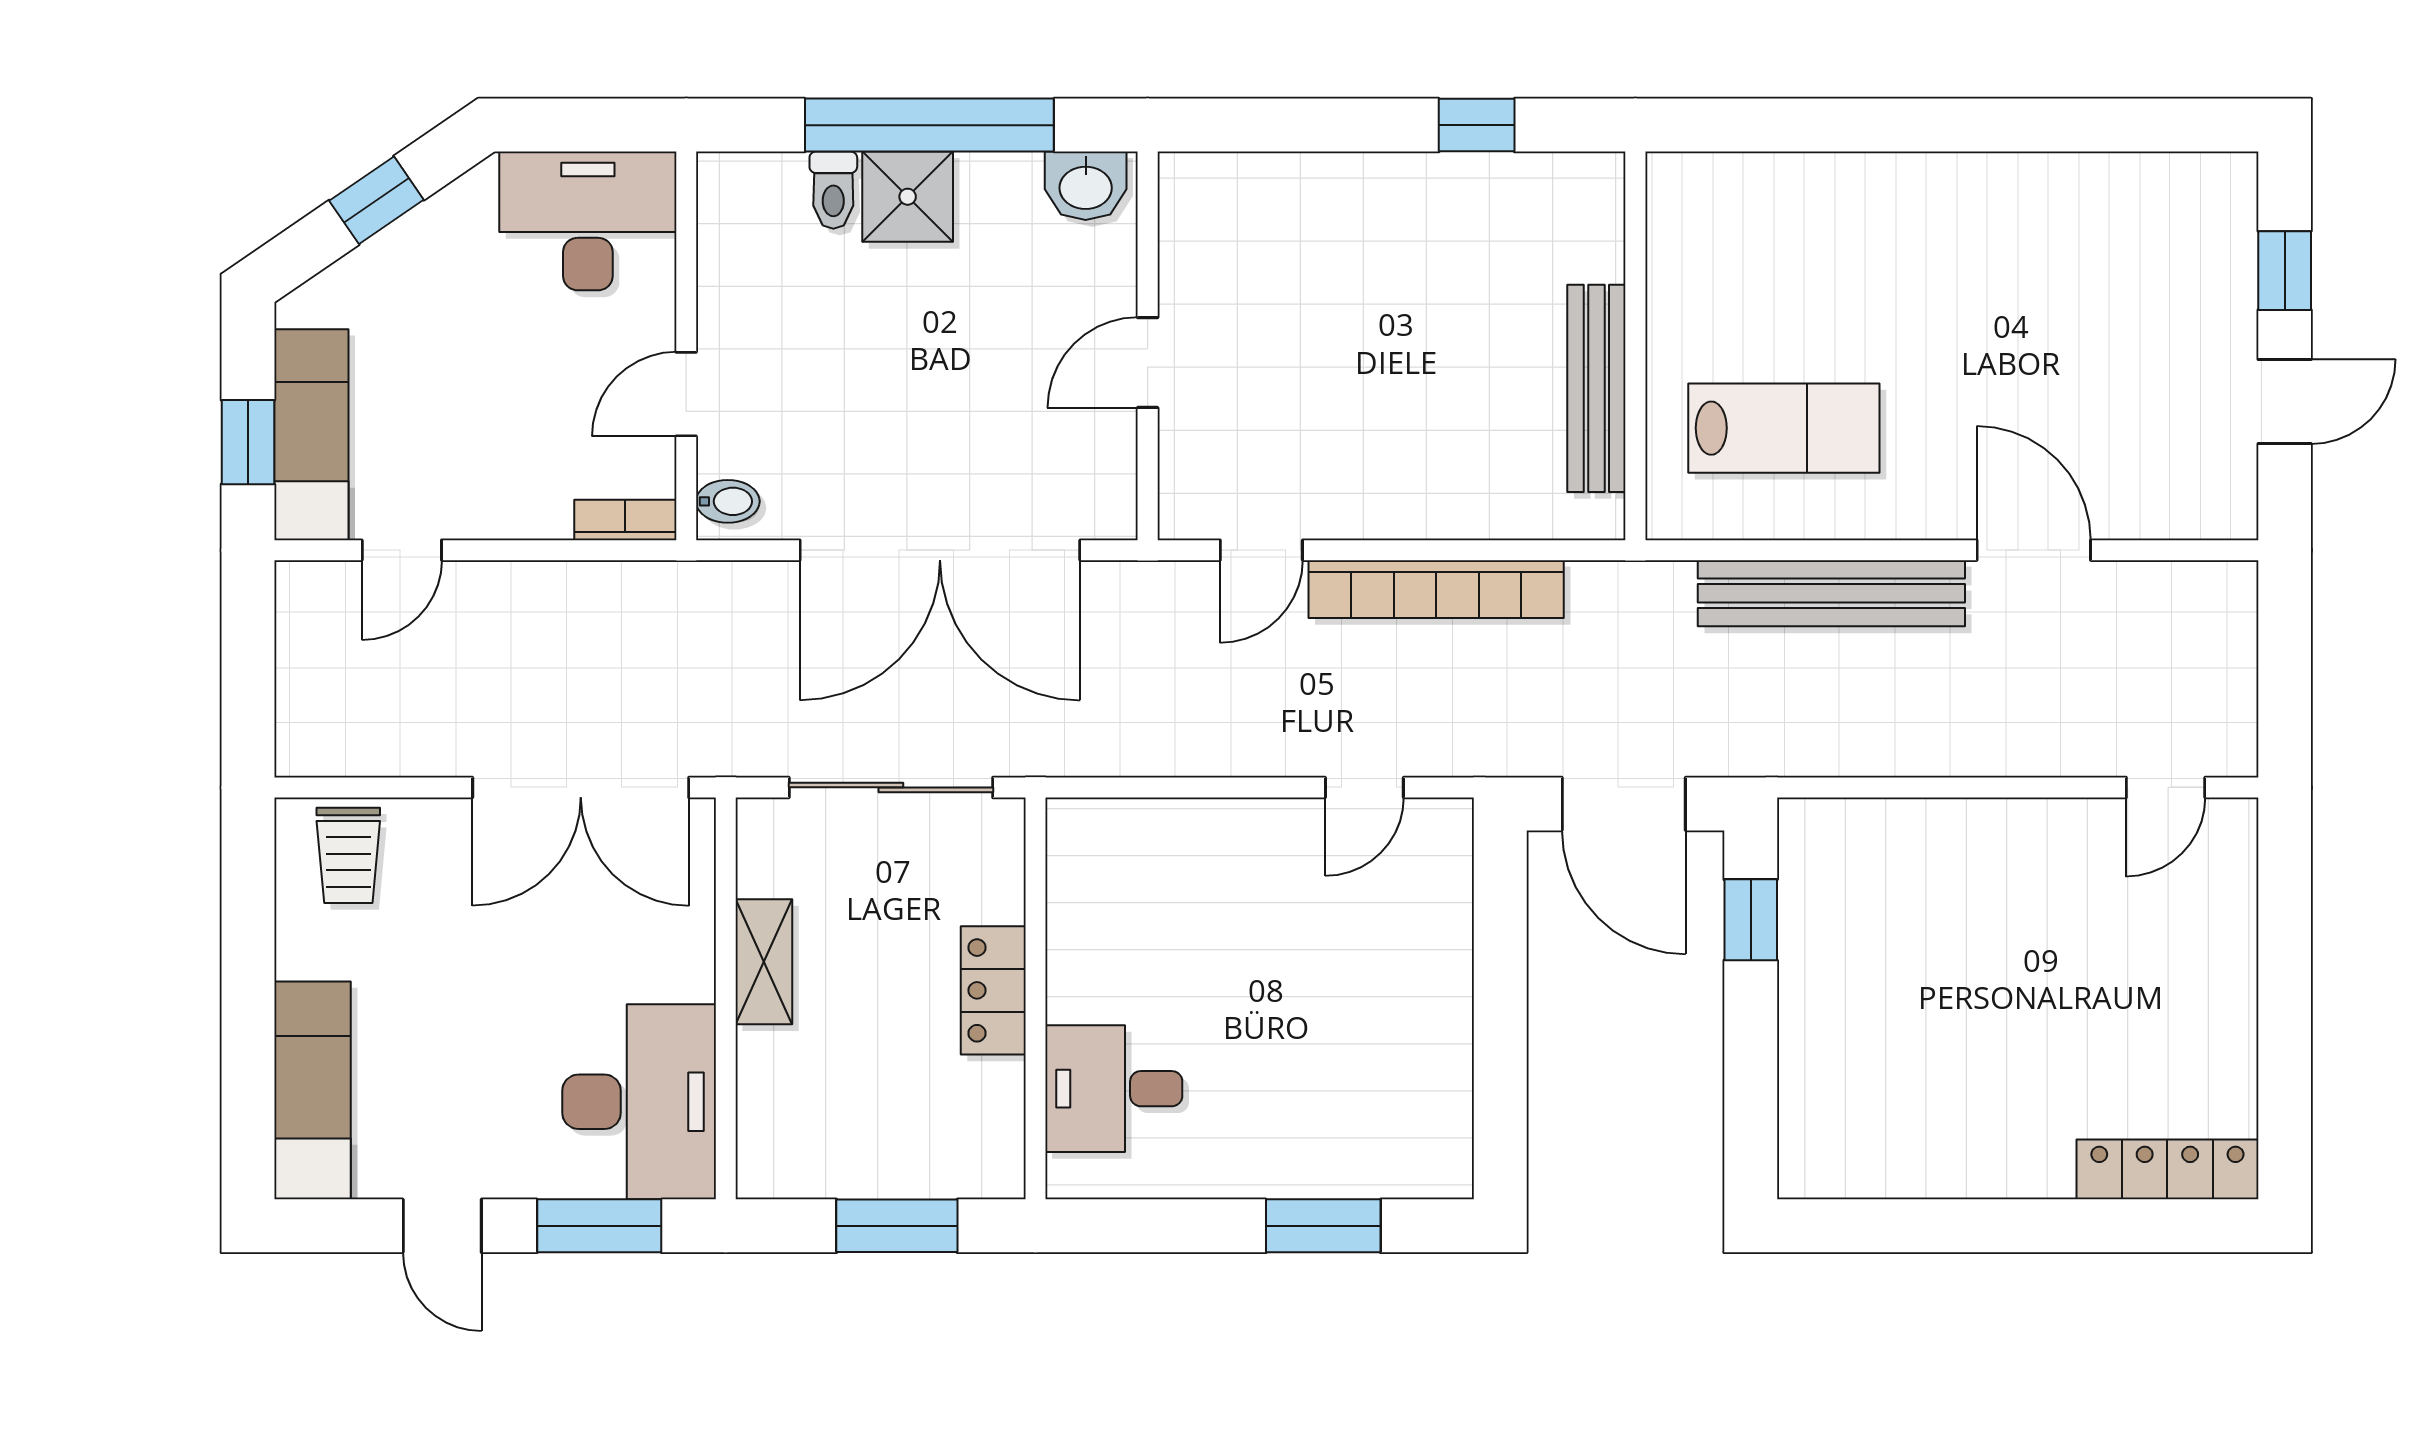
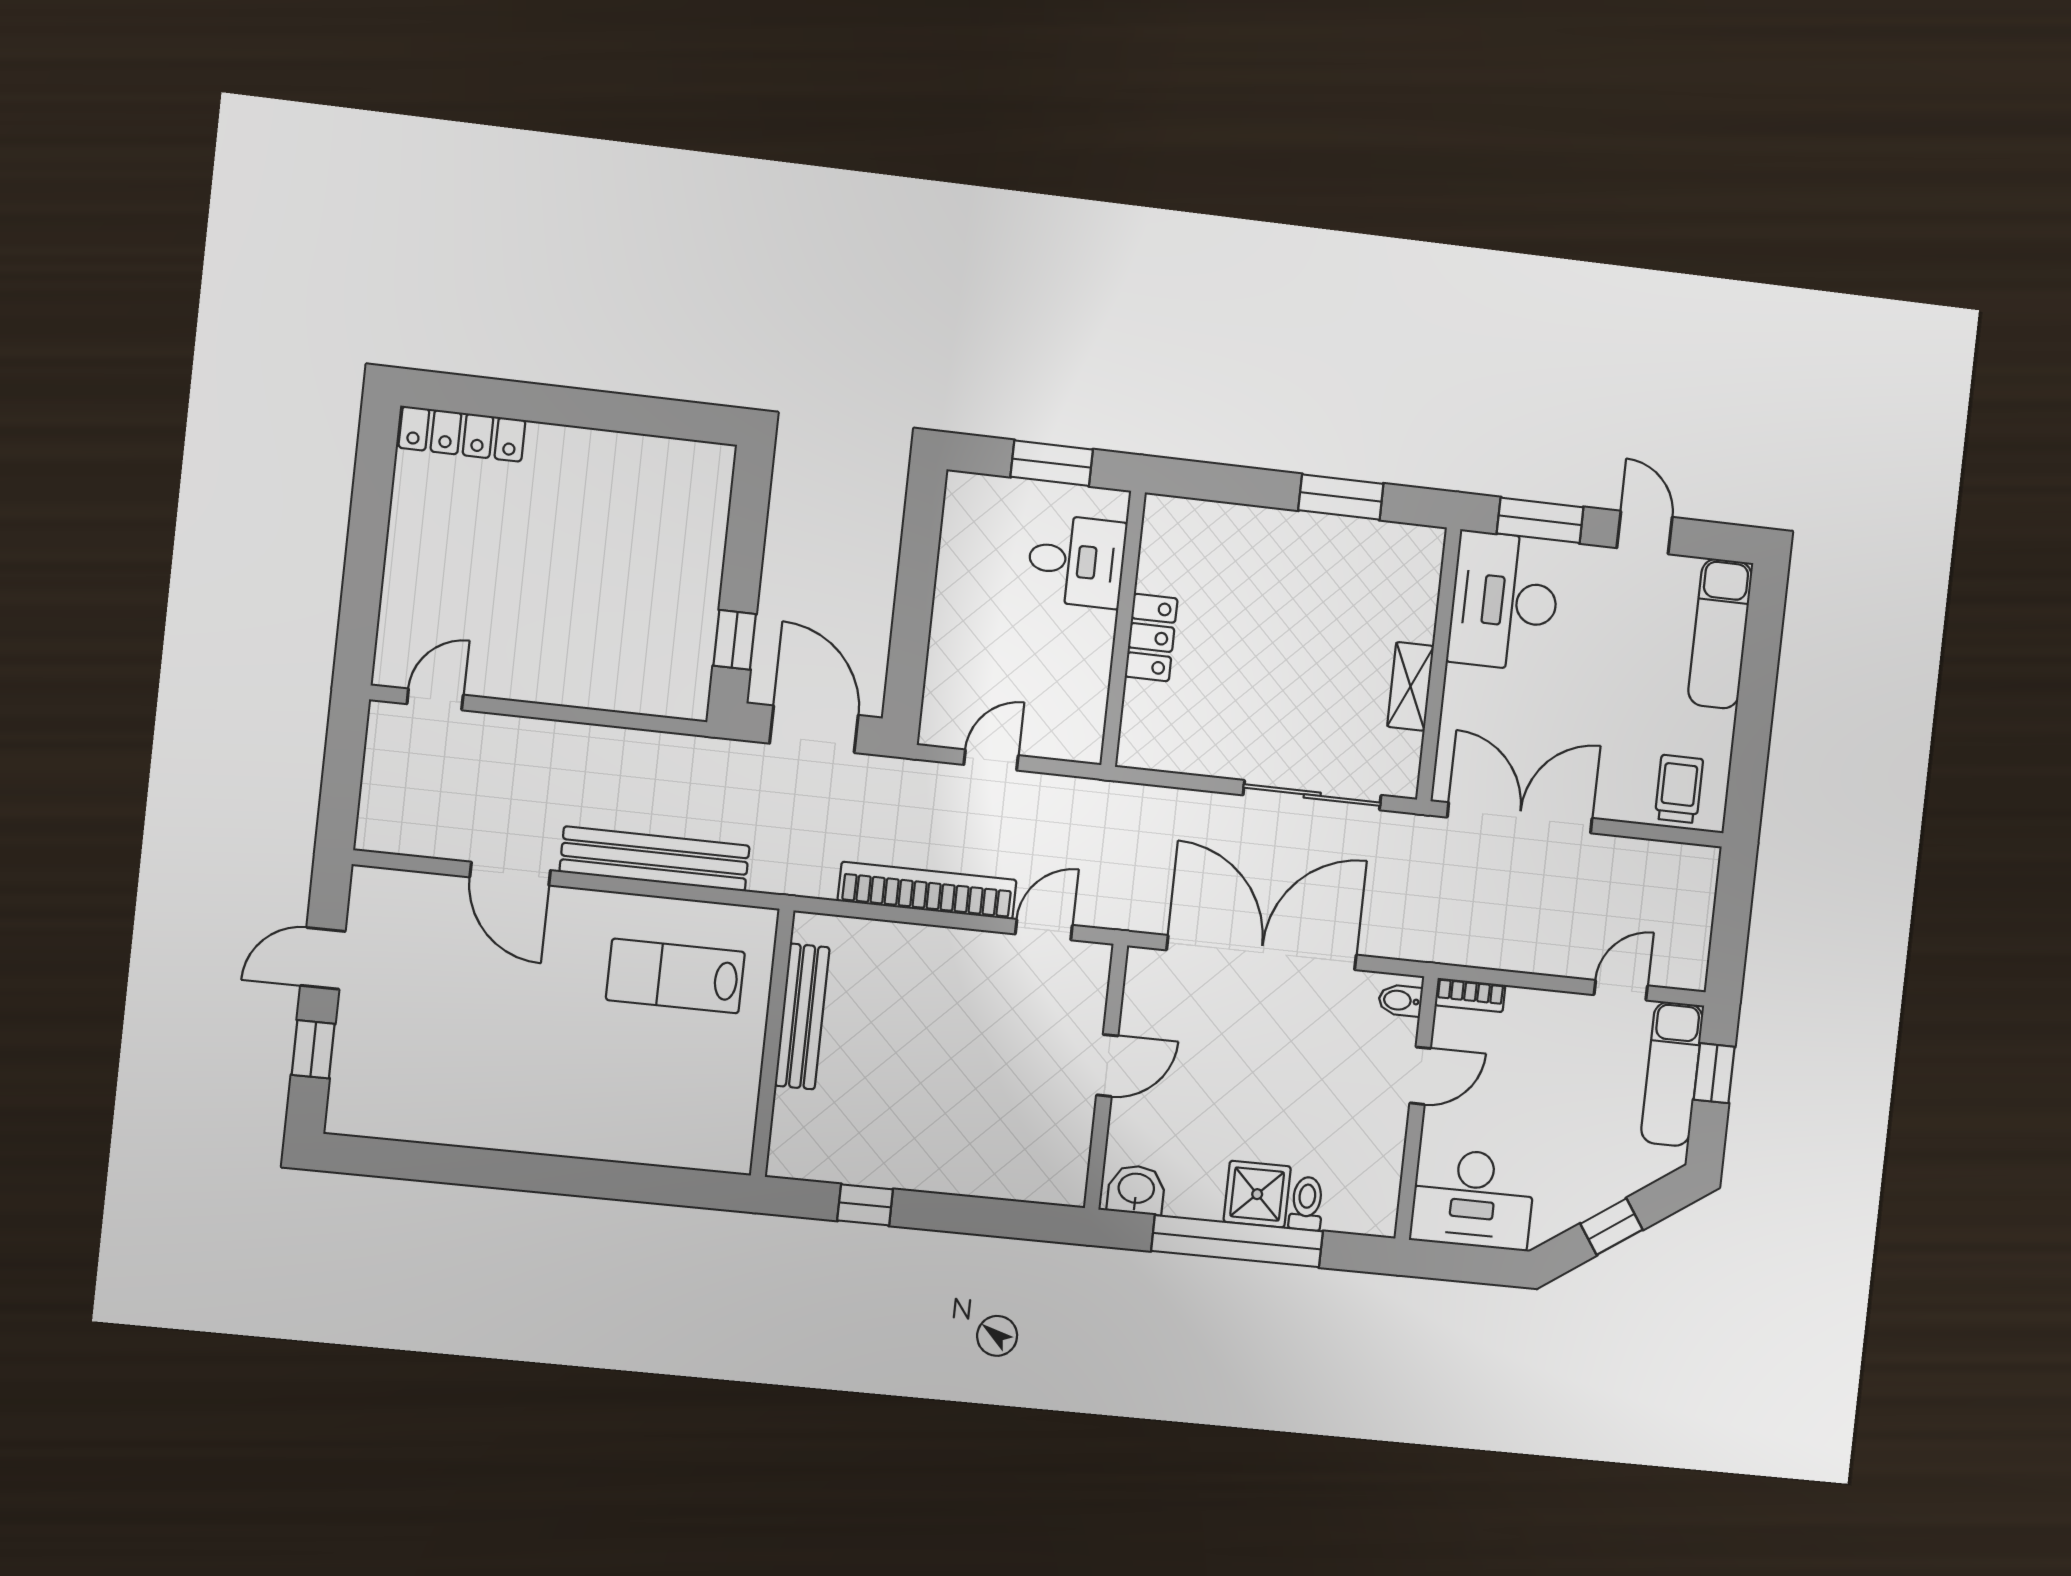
locker: (993, 990) -> (1151, 638), moved
wall: (1036, 998) -> (1123, 629), moved
desk: (1114, 1089) -> (1076, 561), moved

